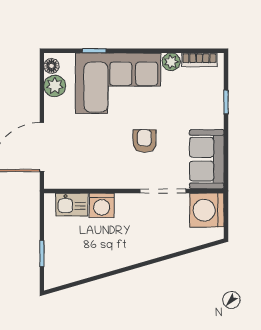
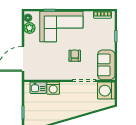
plant: (171, 62) -> (88, 16), removed

